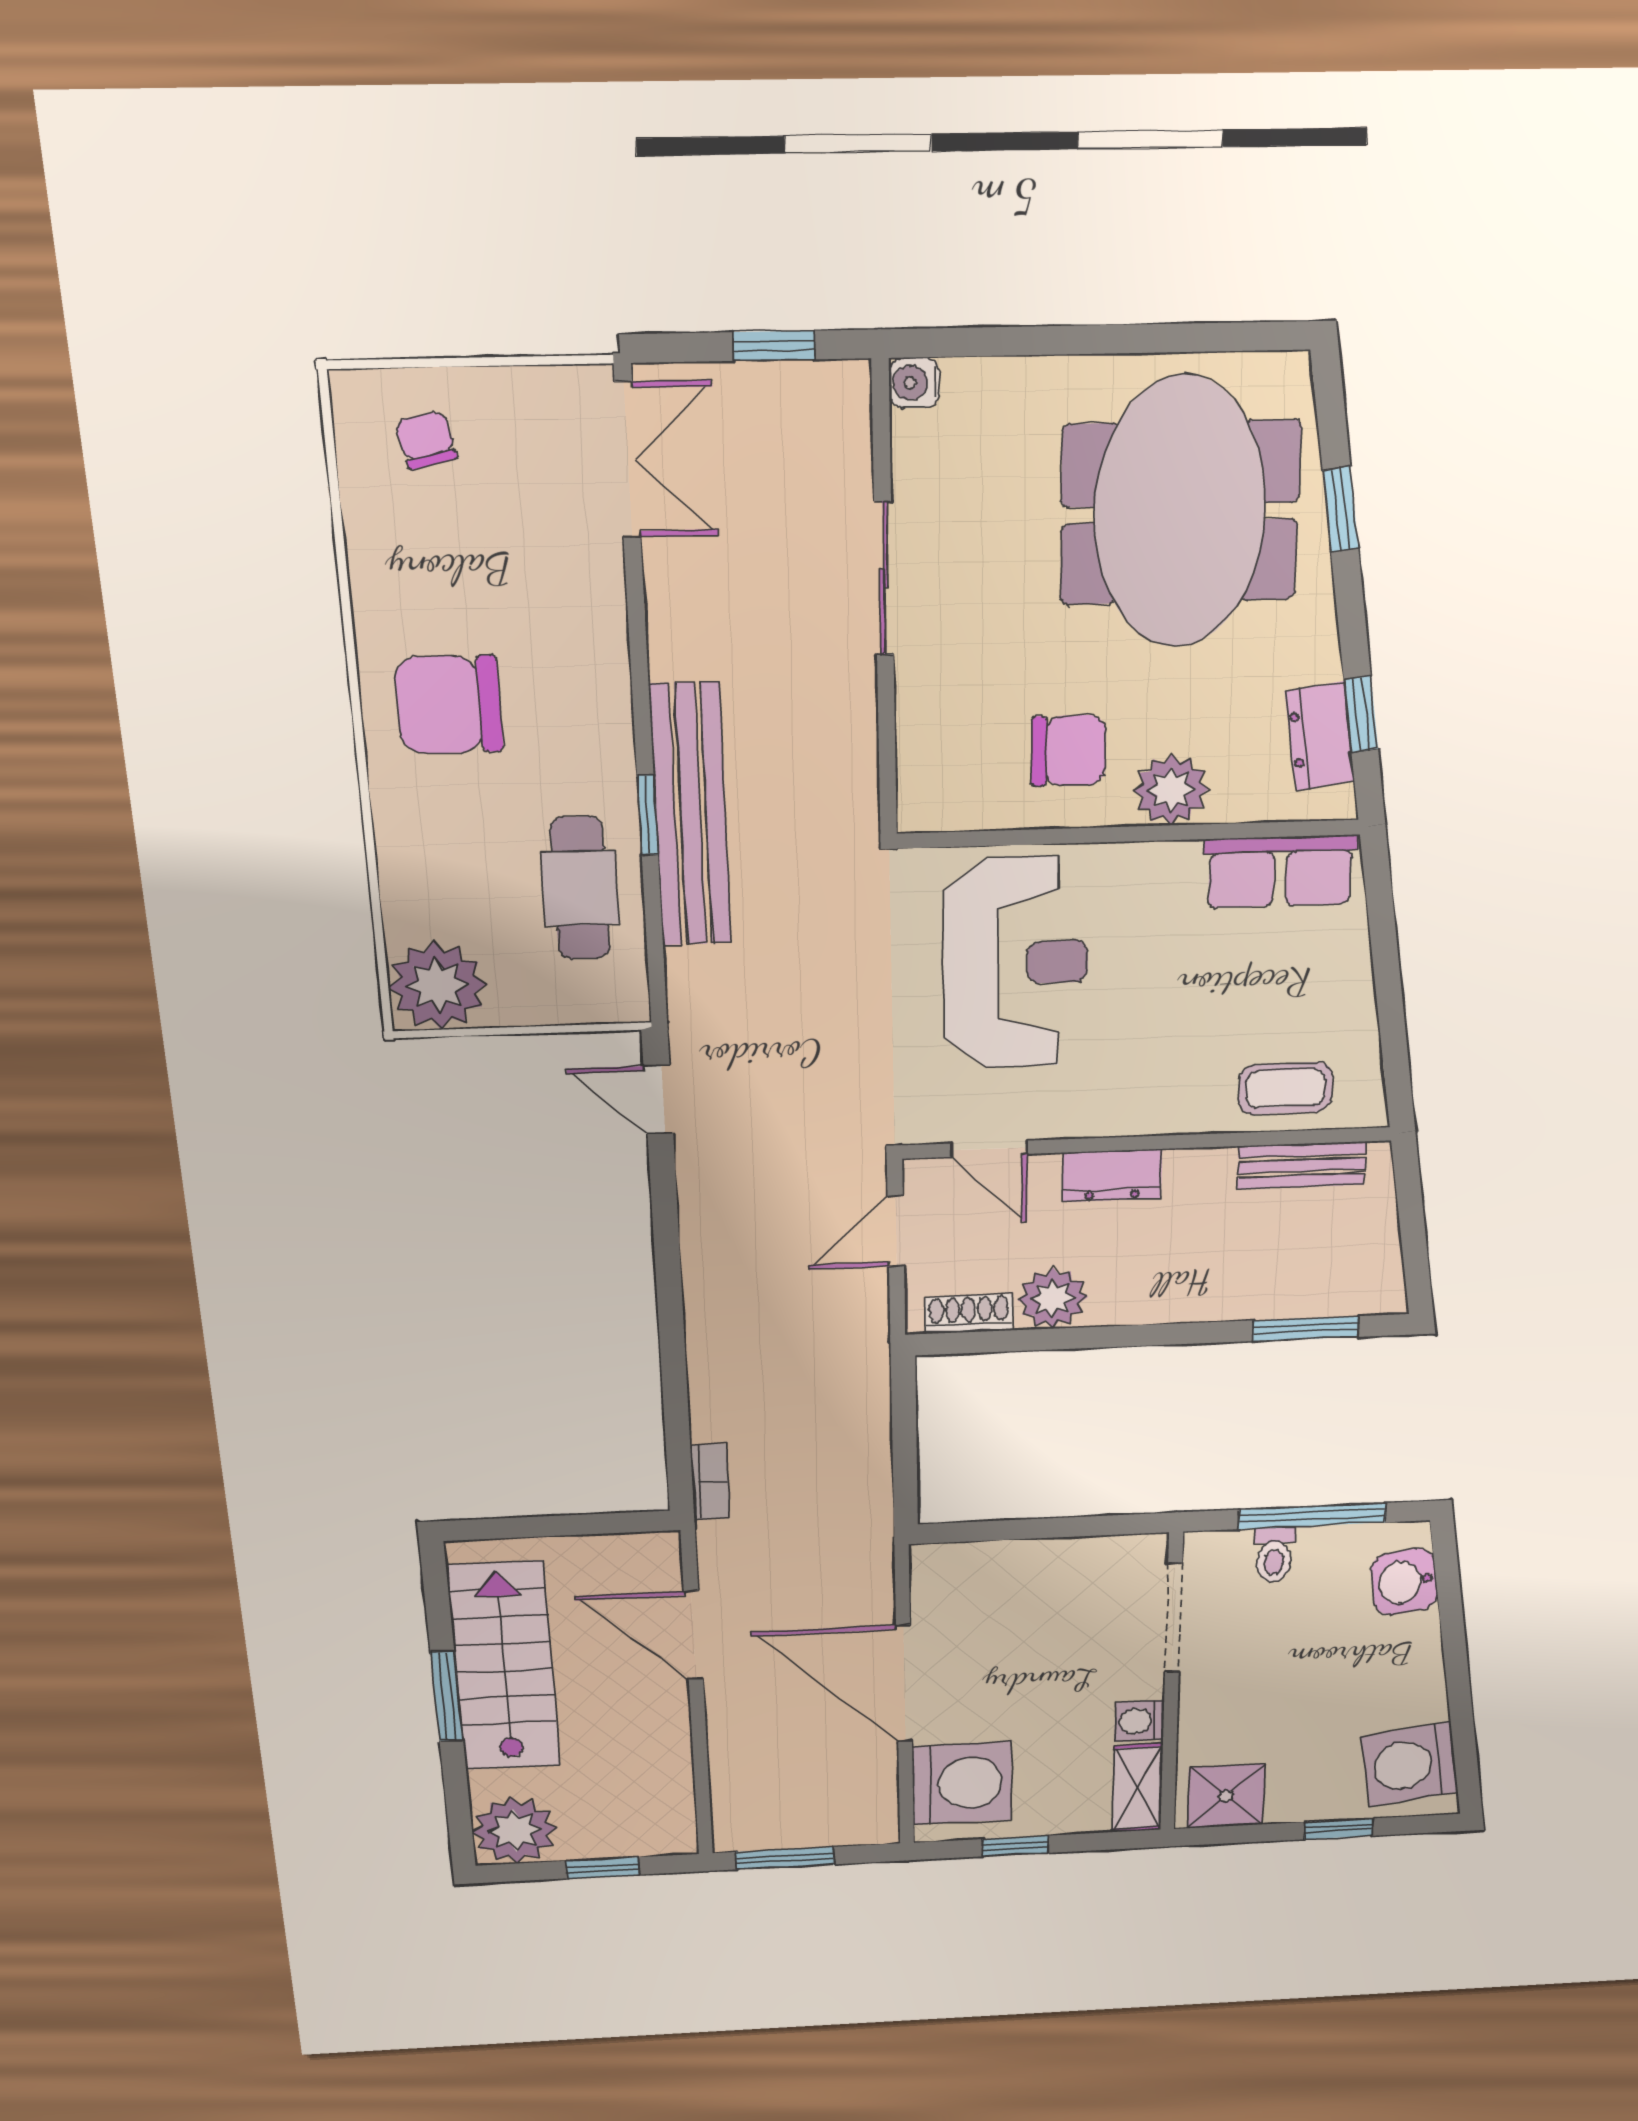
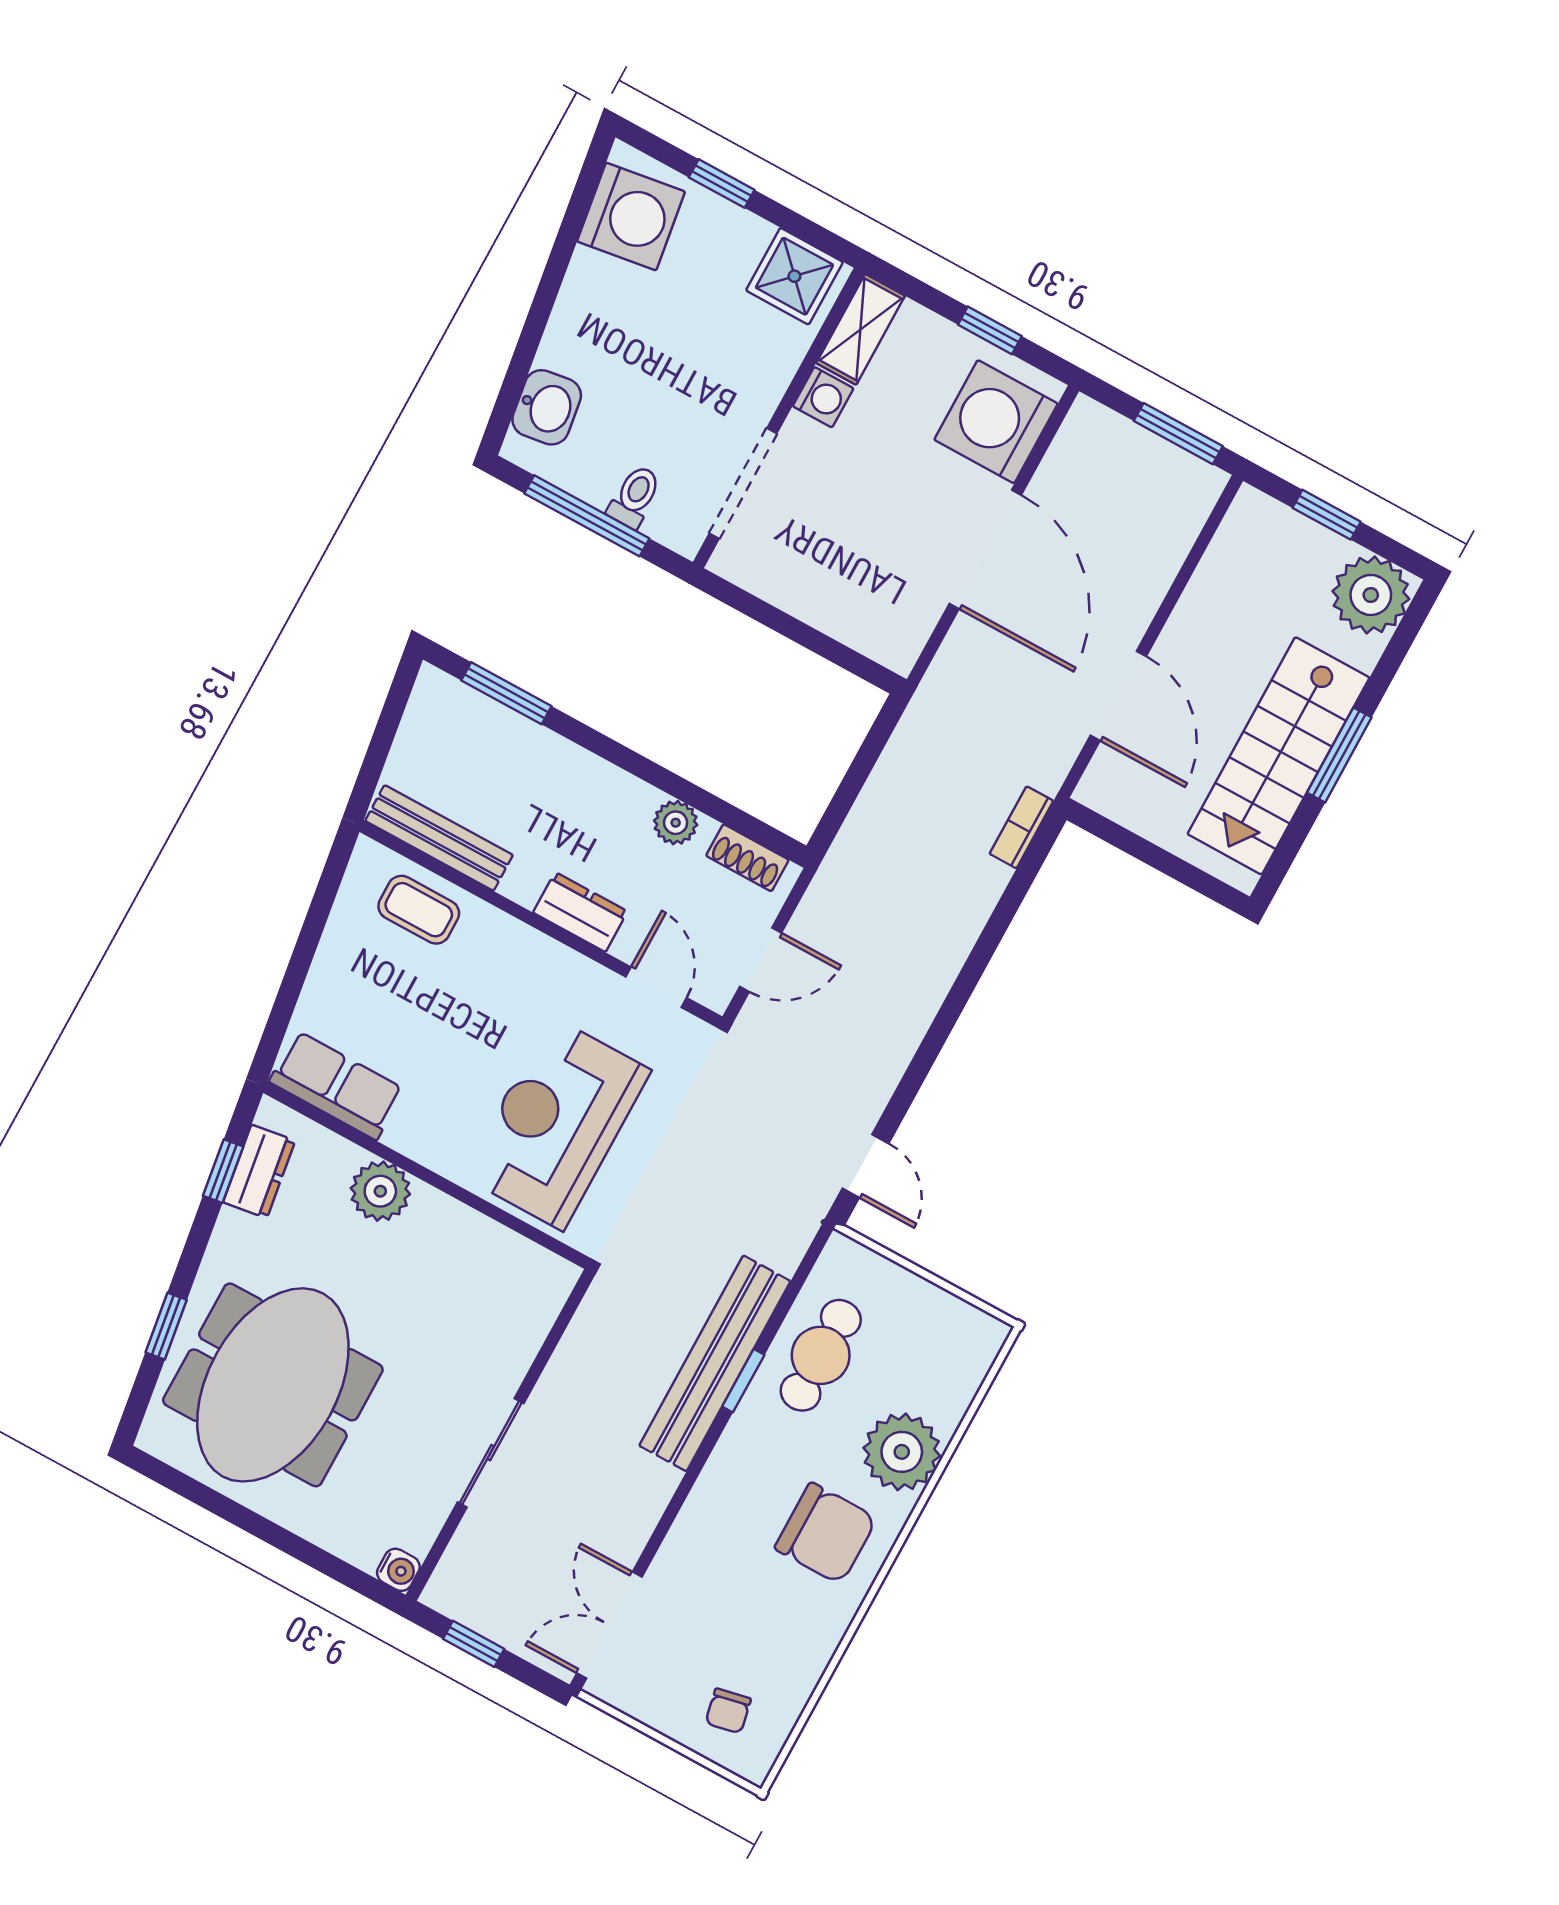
chair: (1069, 751) -> (435, 1261), removed
plant: (437, 986) -> (902, 1452), moved
bench: (1302, 1165) -> (439, 838), width x1.36
plant: (1053, 1298) -> (676, 823), width x0.73, depth x0.73

